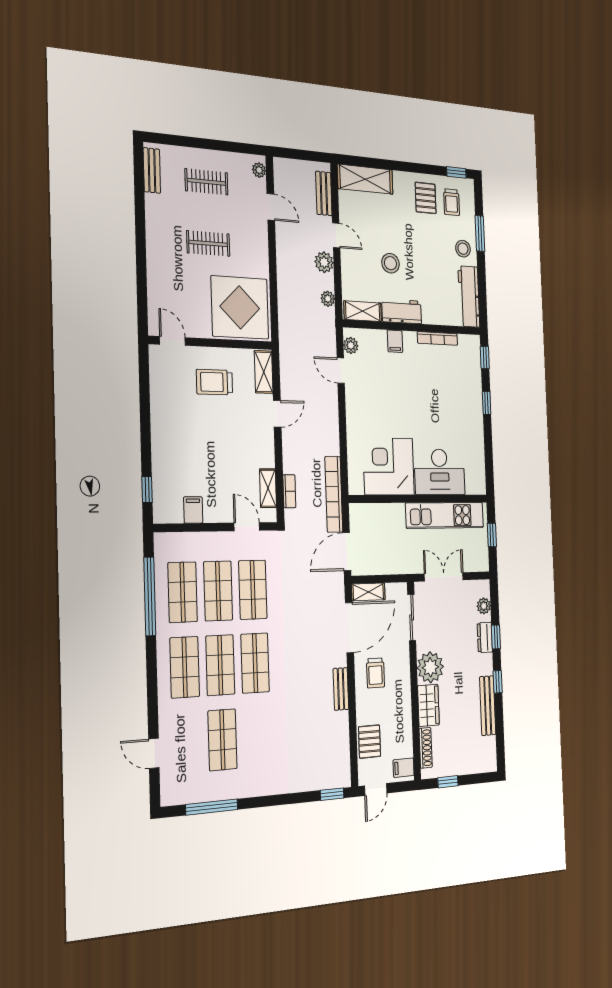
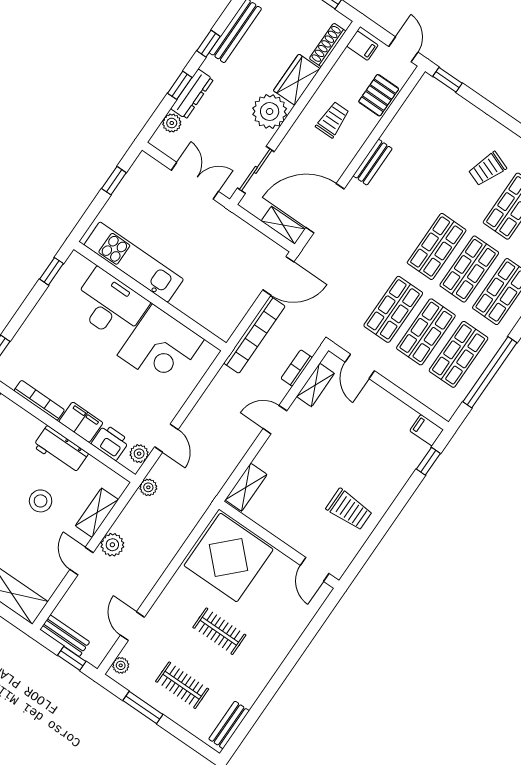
window: (223, 146) -> (143, 707), added
window: (295, 154) -> (72, 658), added
bench: (324, 193) -> (65, 636), moved, turned 90
plant: (328, 299) -> (148, 487), moved
shelving: (363, 311) -> (97, 513), moved, turned 90
printer: (374, 340) -> (110, 442), added
filing cabinet: (395, 341) -> (81, 422), width x2.00
trolley: (214, 382) -> (349, 510), moved
window: (487, 403) -> (51, 271), moved
door: (277, 414) -> (275, 420), moved
corner desk: (389, 466) -> (161, 347), moved
desk: (440, 472) -> (110, 305), moved
wall: (419, 499) -> (150, 296), moved
filing cabinet: (193, 510) -> (427, 430), moved, turned 90
kitchen unit: (445, 515) -> (134, 262), moved
double door: (444, 577) -> (195, 181), swing flipped
dresser: (485, 637) -> (192, 94), width x1.44
trolley: (375, 673) -> (333, 120), moved
trolley: (260, 753) -> (487, 169), added
door: (376, 789) -> (403, 49), hinge flipped

